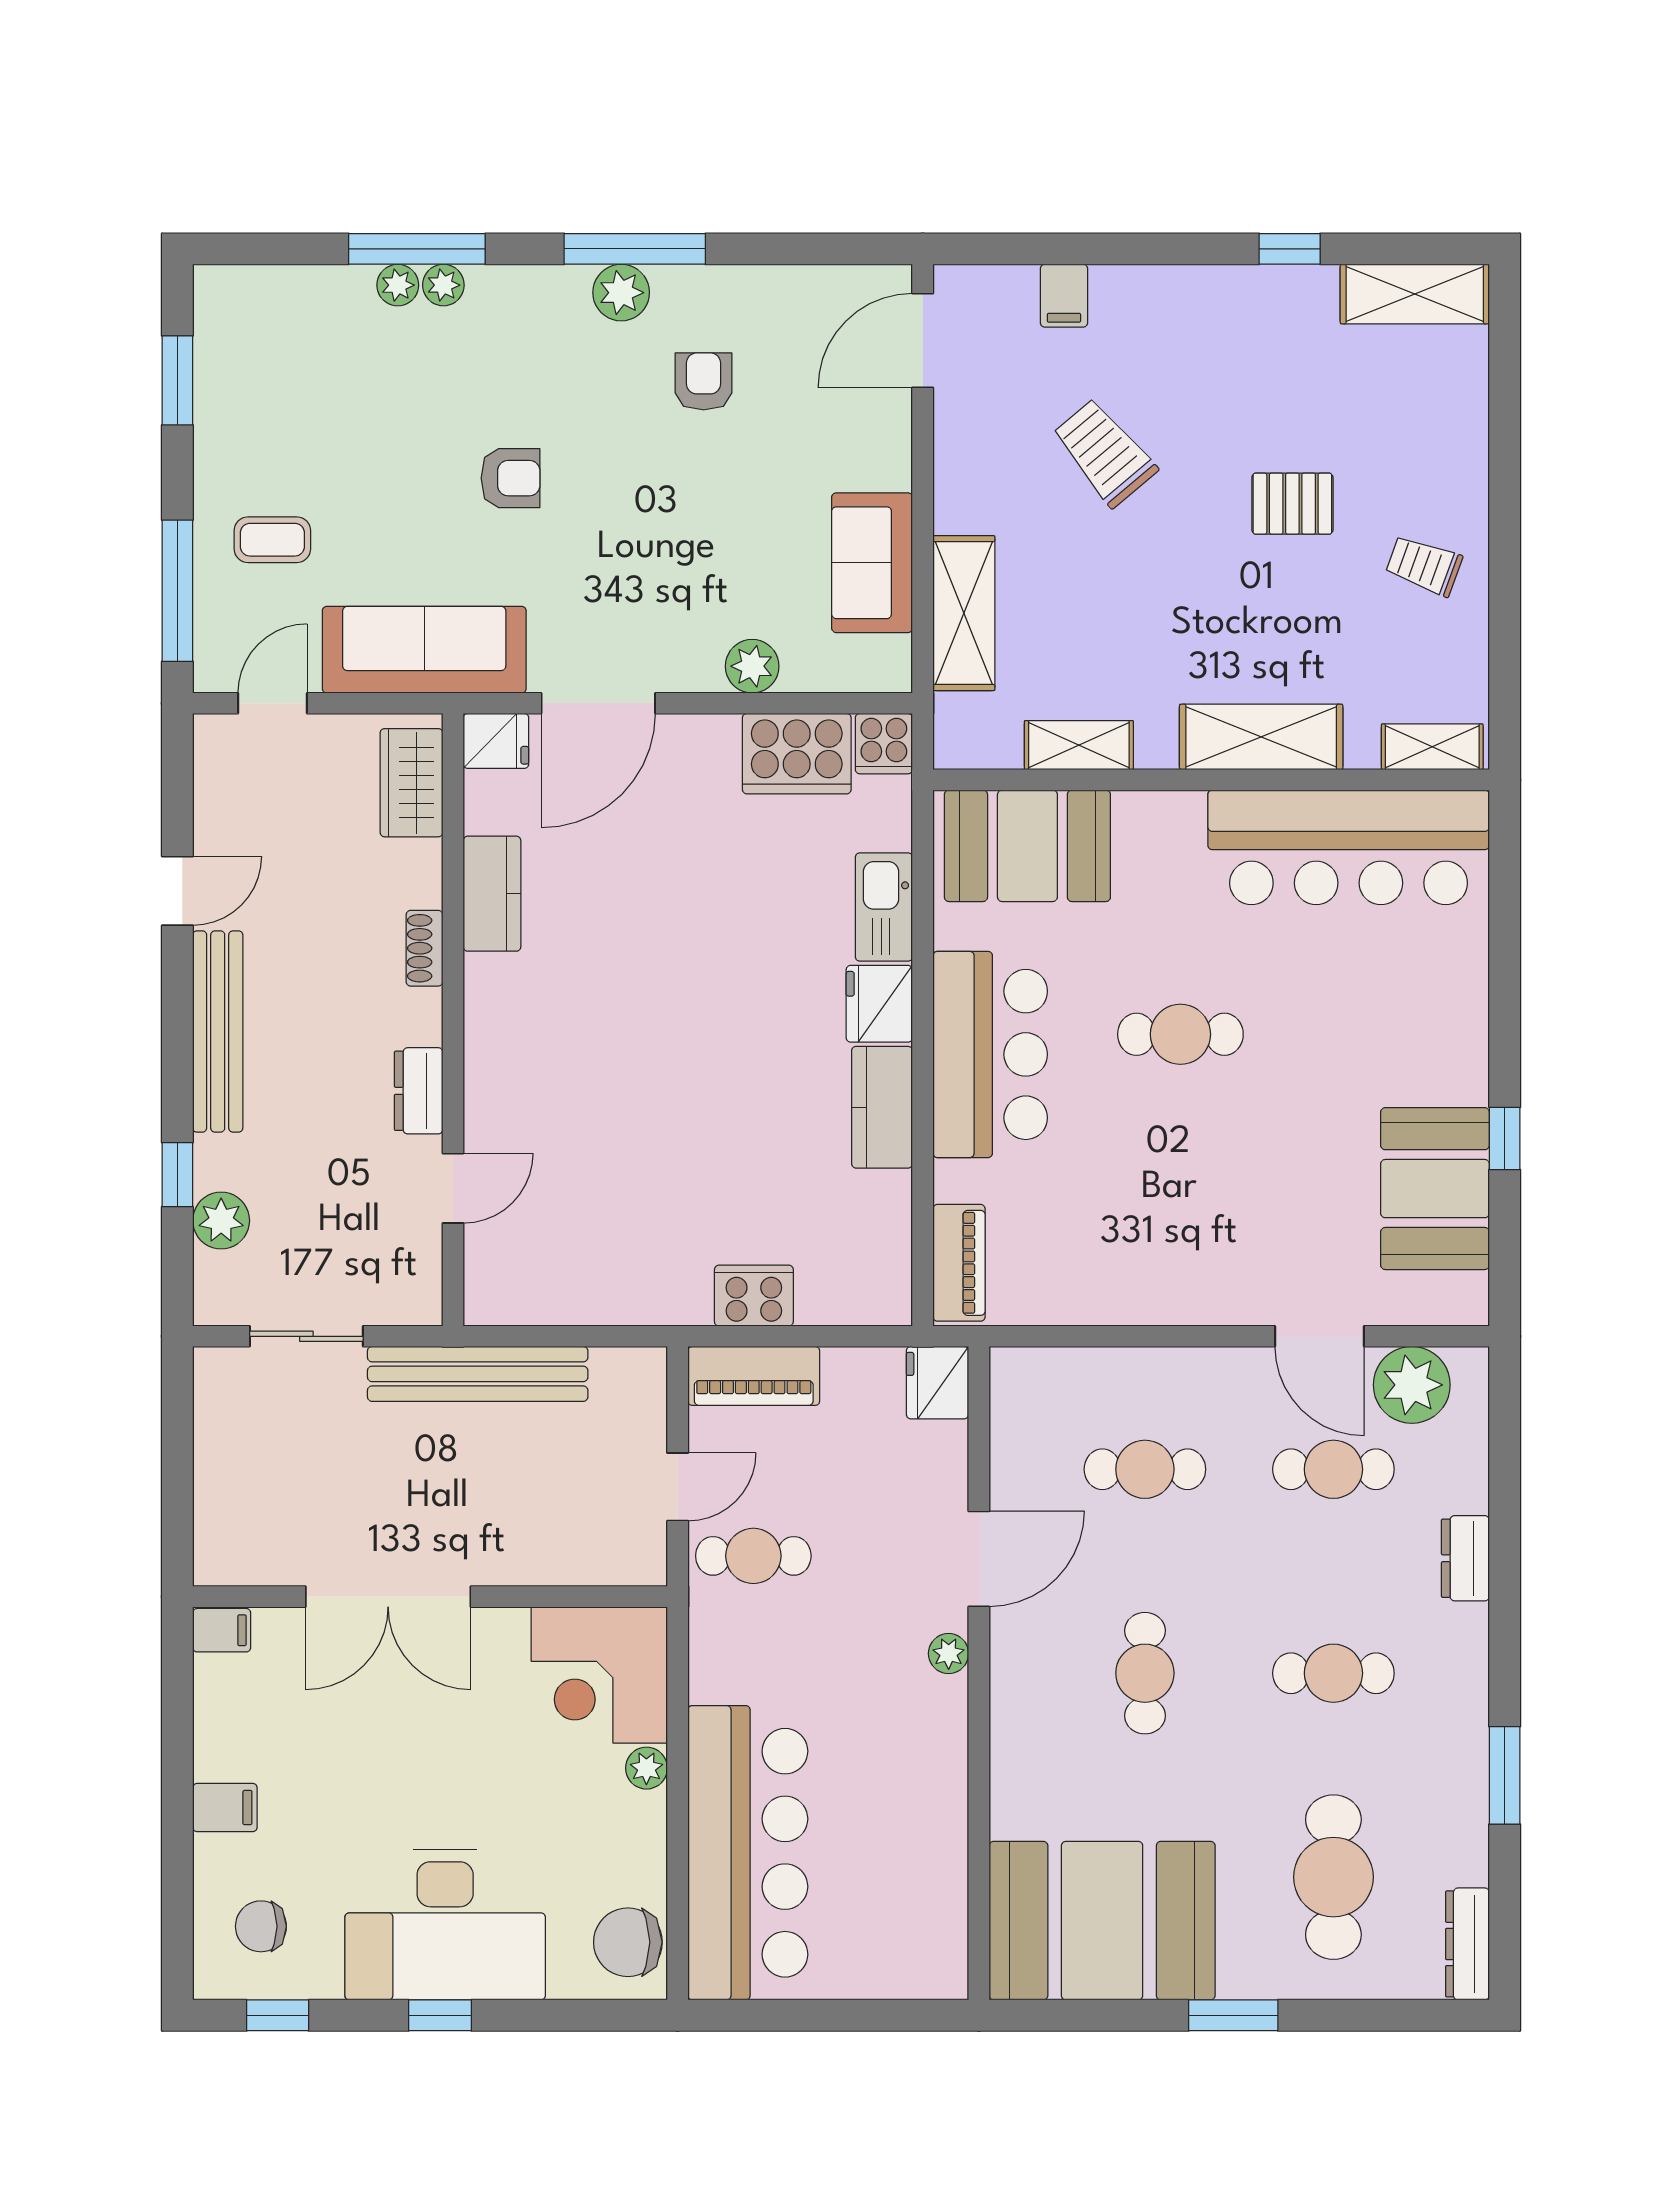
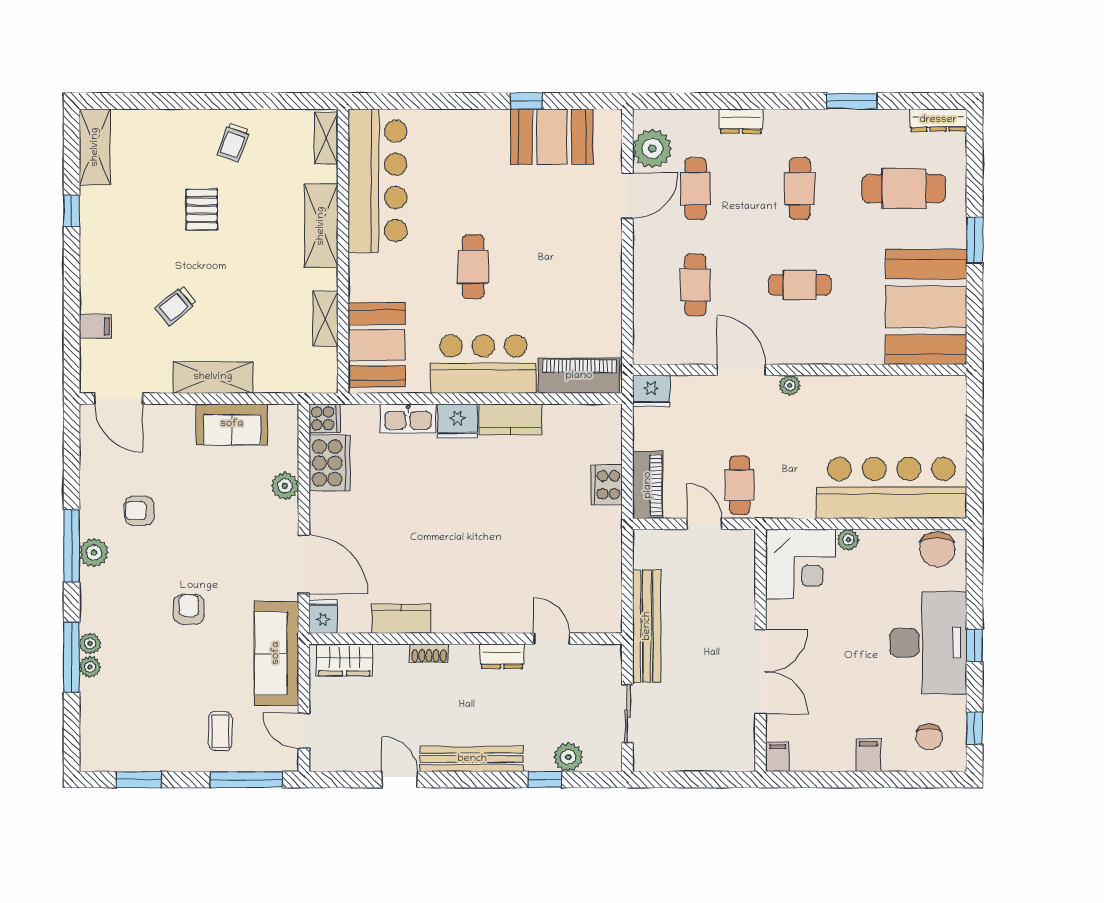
trolley: (1105, 453) -> (176, 306), width x0.73, depth x0.72
shelving: (964, 613) -> (213, 377), moved
piano: (959, 1263) -> (579, 376), width x1.37, depth x1.33

